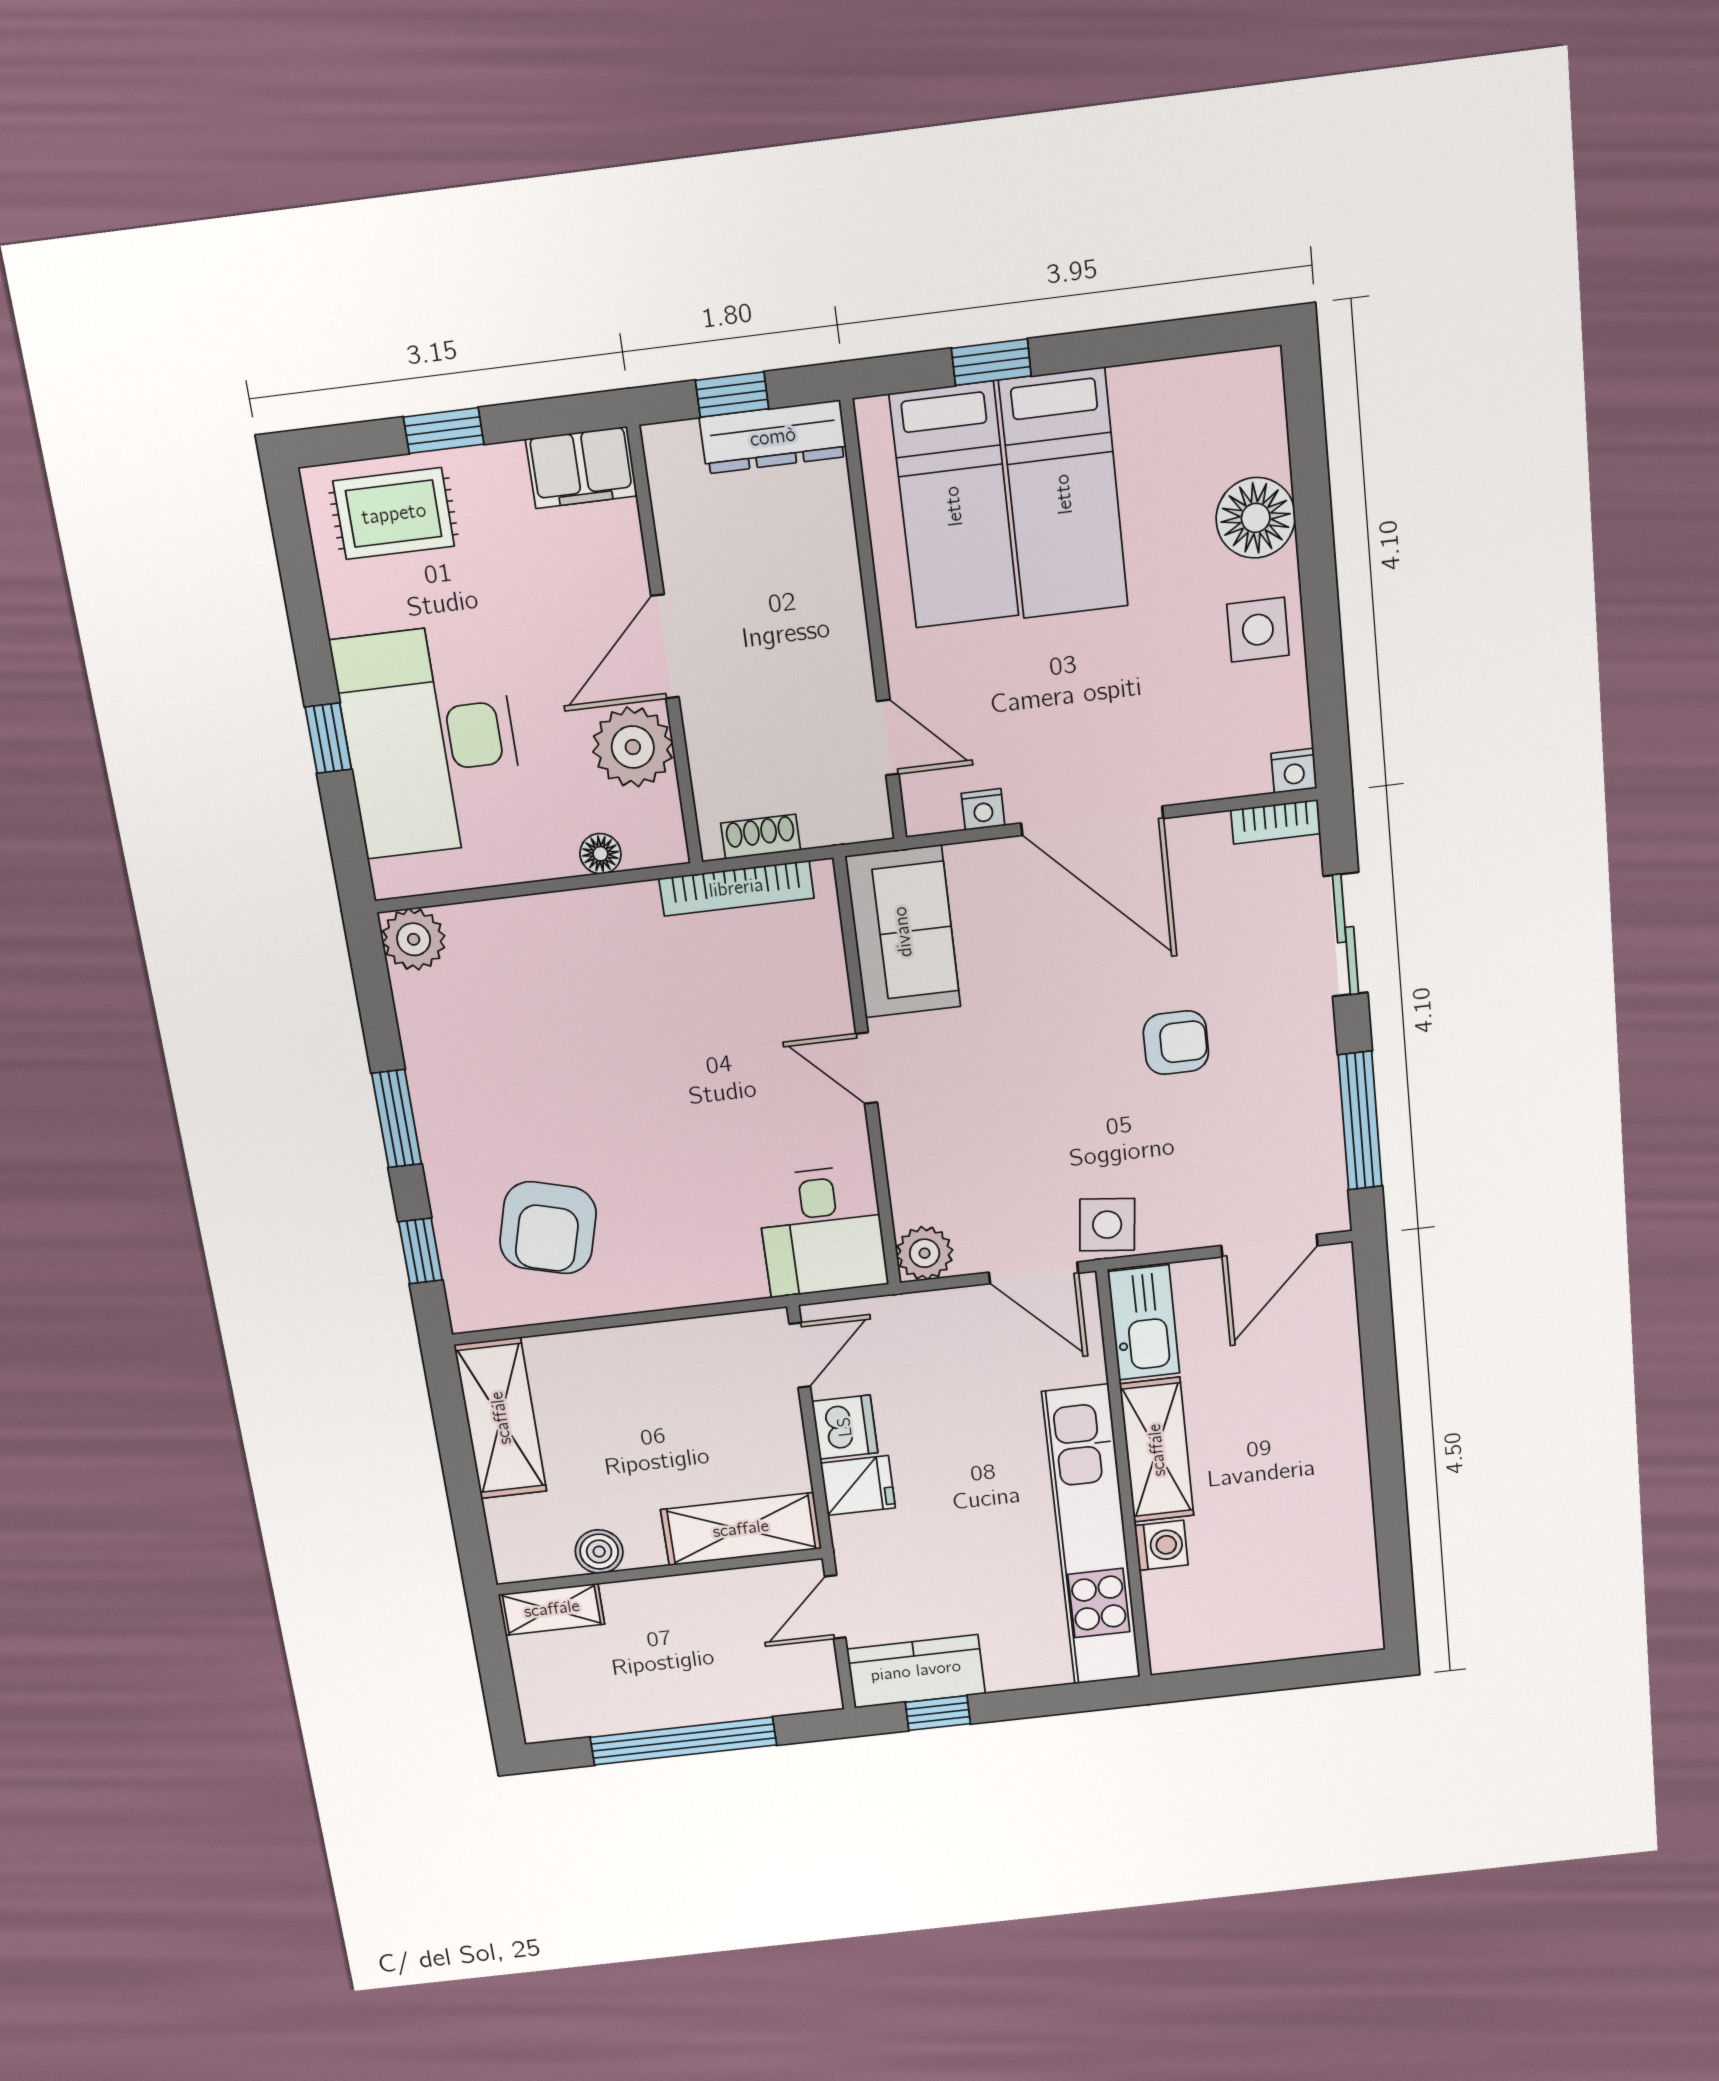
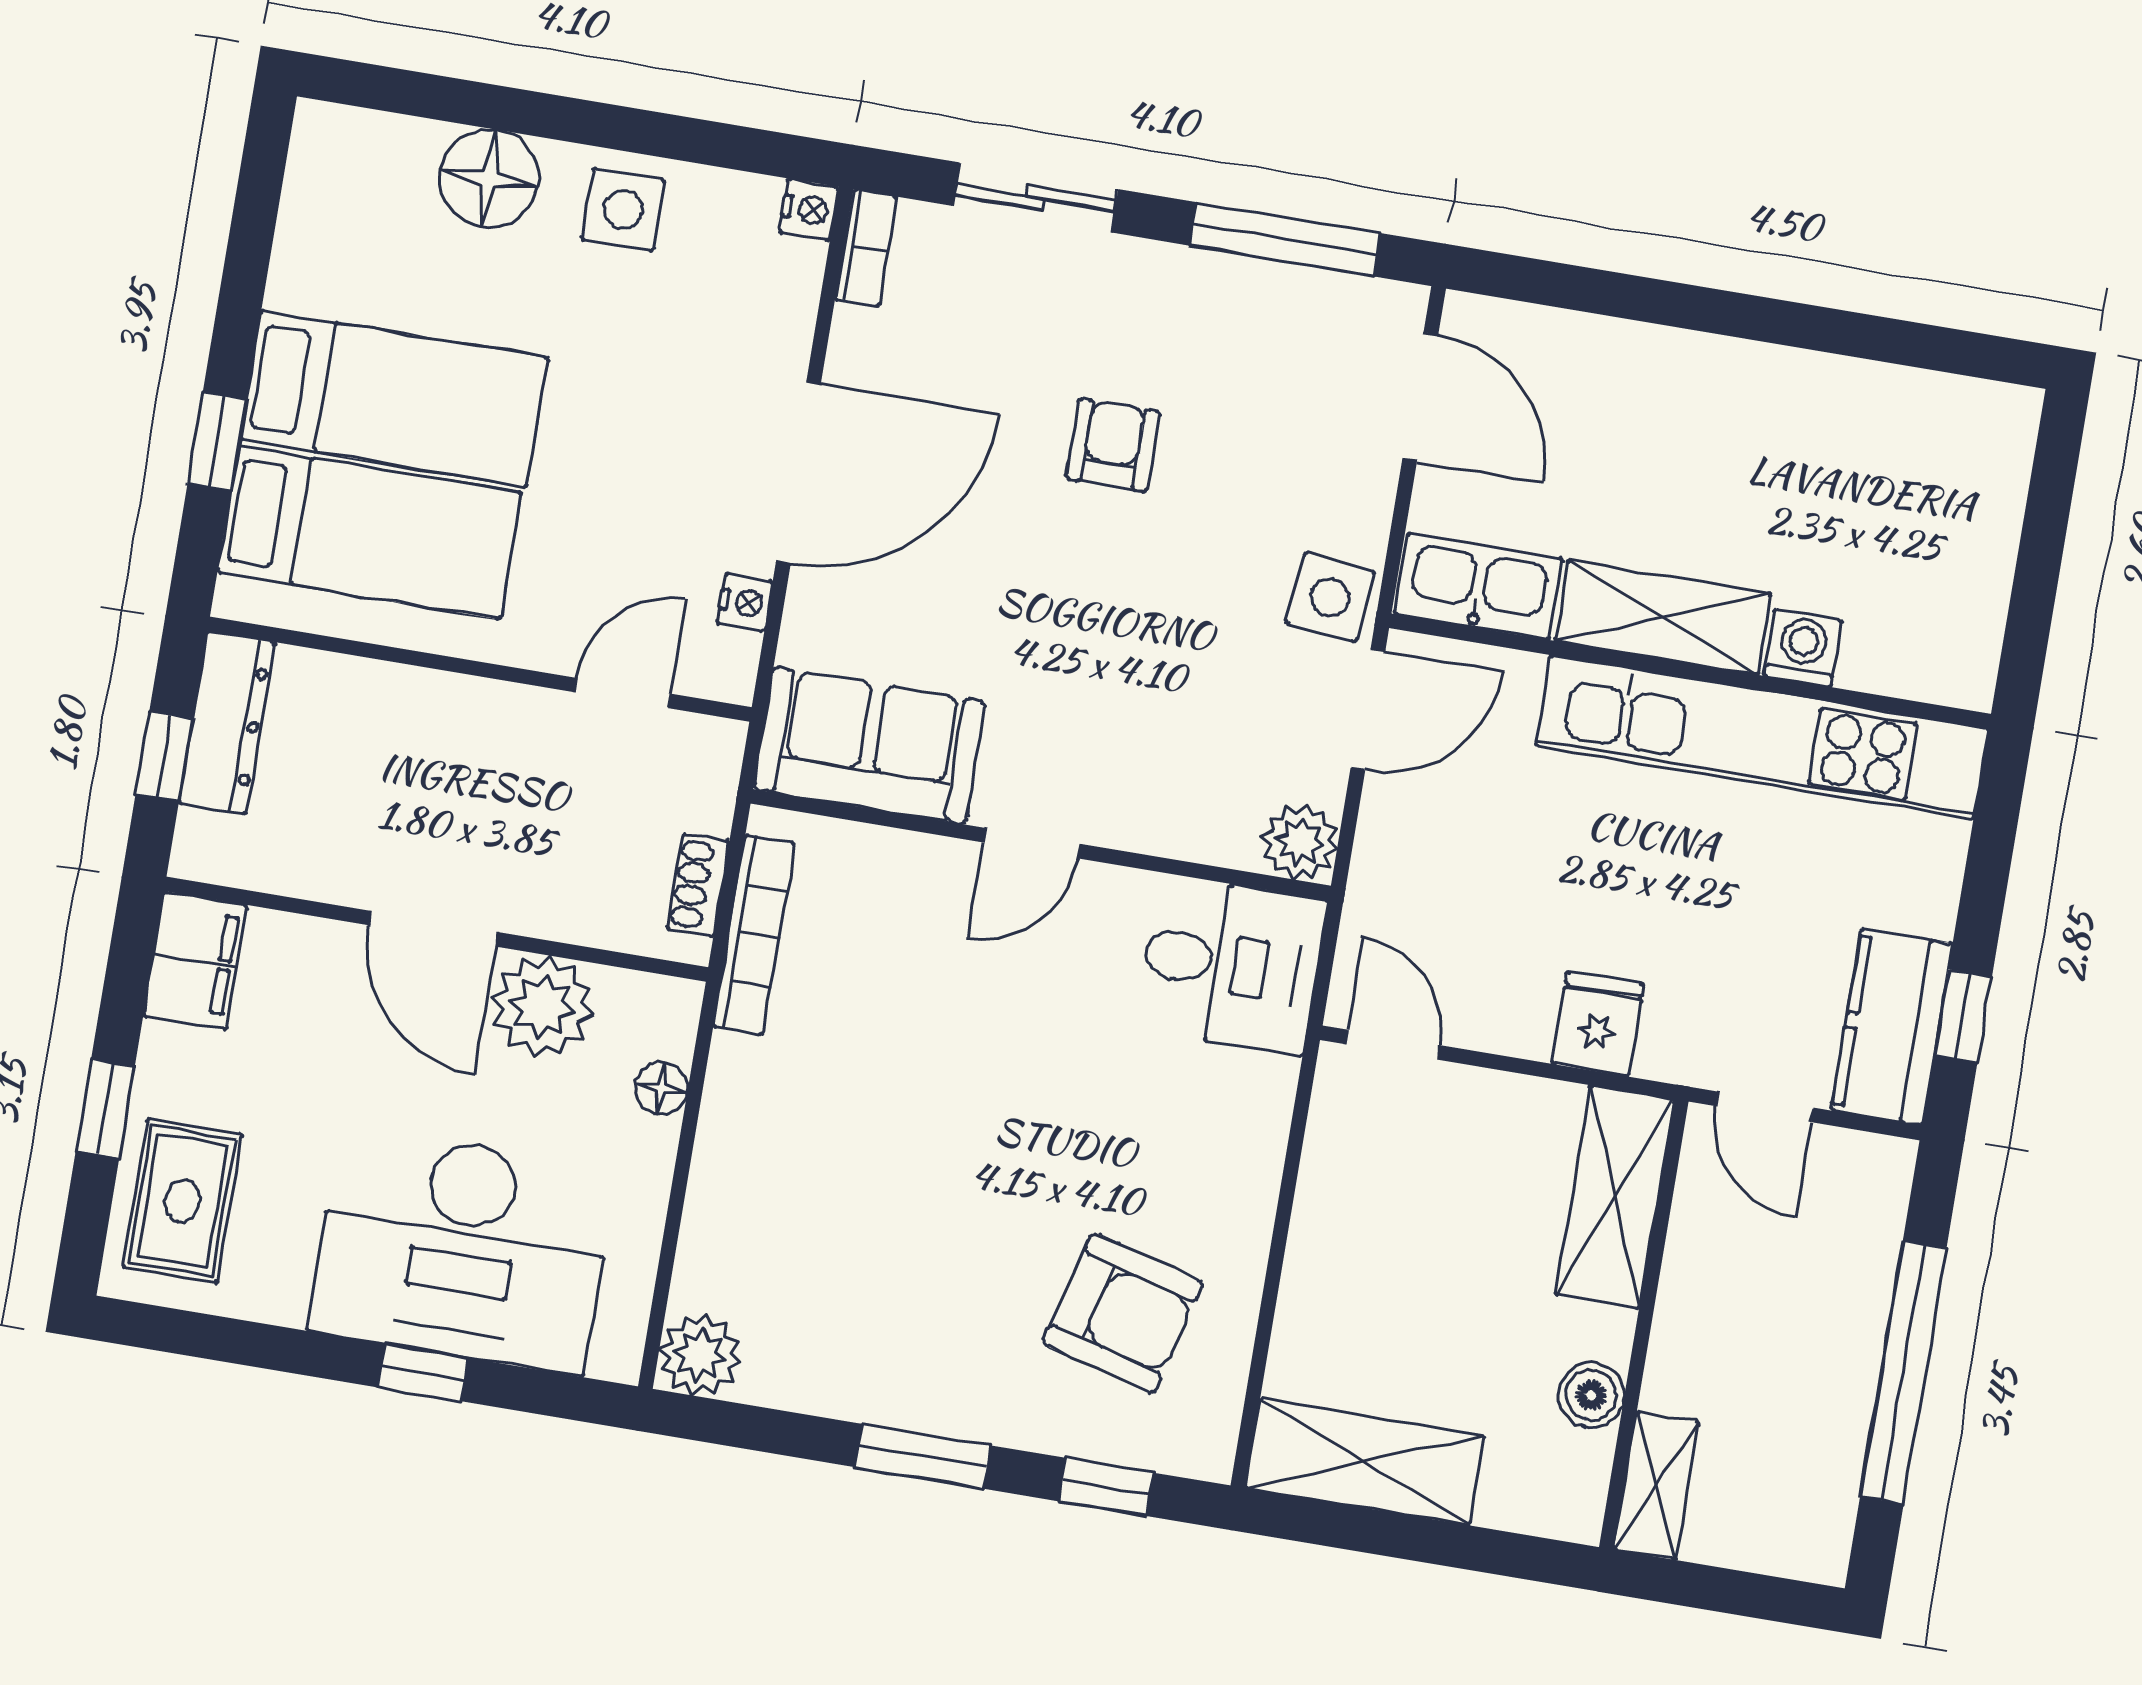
dishwasher: (845, 1427) -> (1510, 1016), removed

